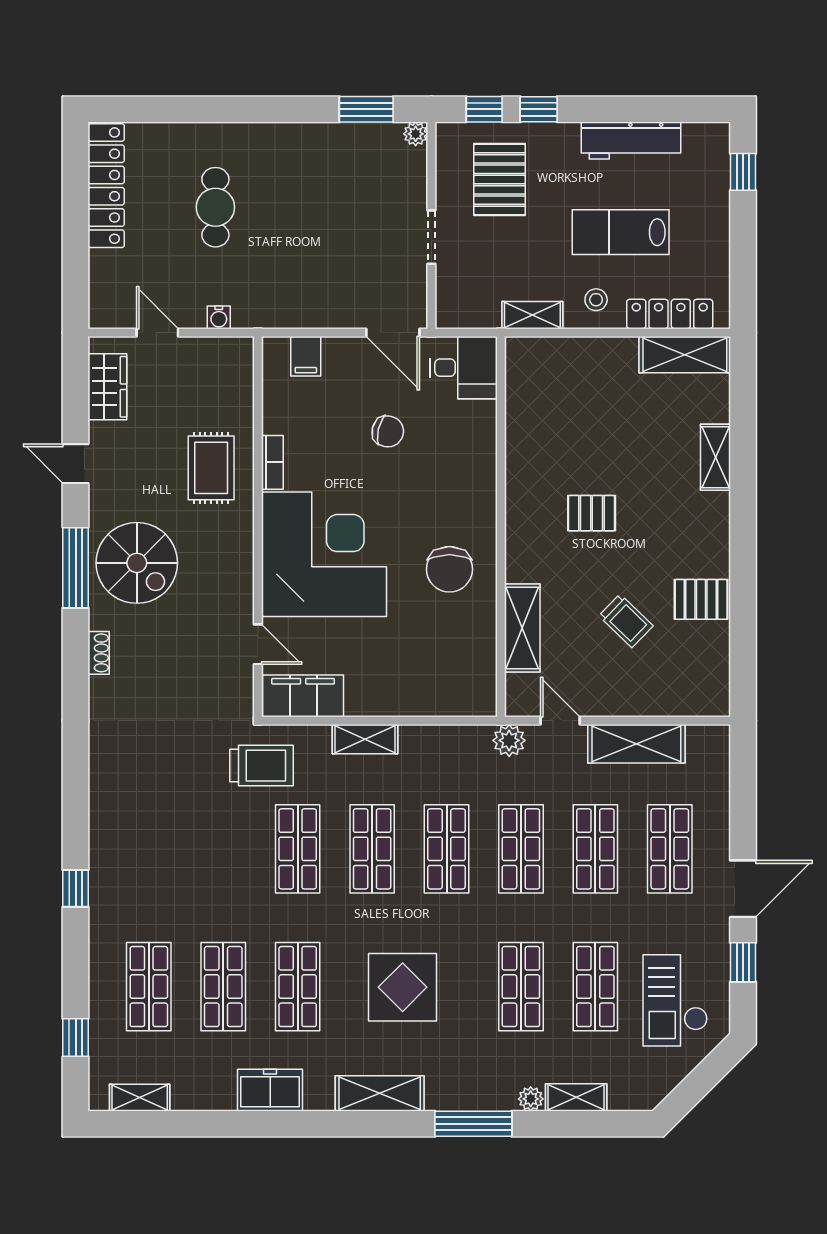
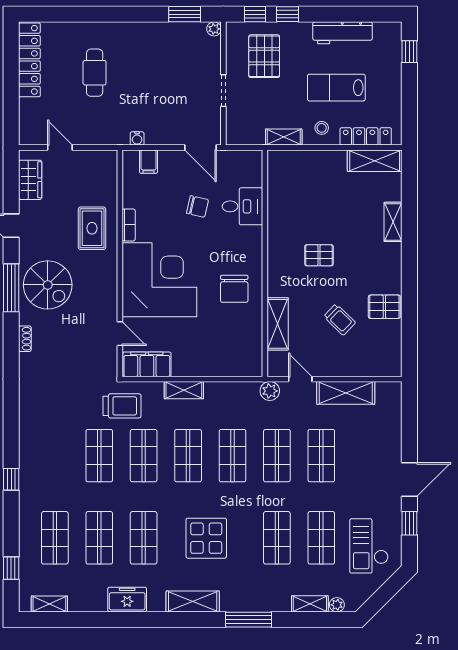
water cooler: (219, 317) -> (137, 138), moved
desk: (463, 368) -> (243, 206), moved
shop shelf: (670, 849) -> (99, 456), moved
plant: (531, 1099) -> (337, 605), moved

